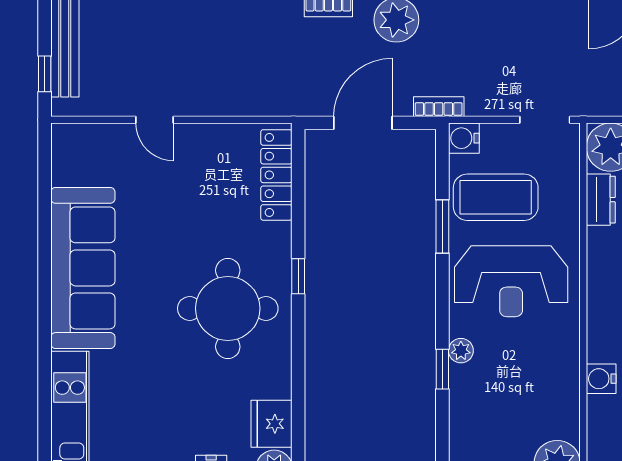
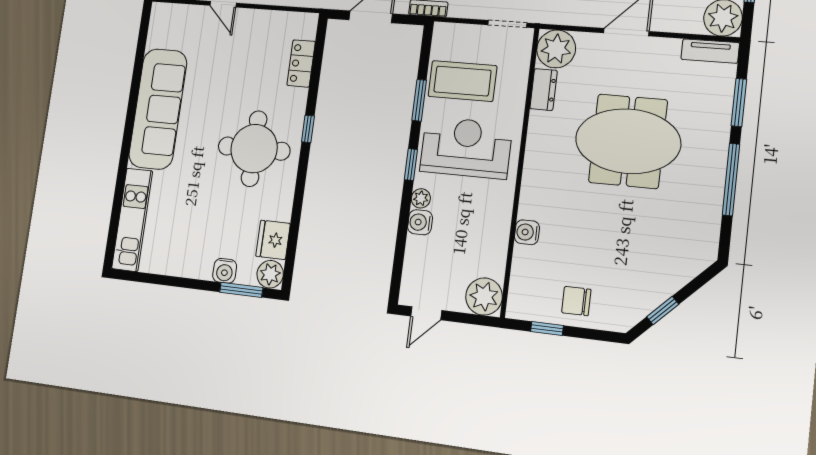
water cooler: (464, 138) -> (420, 222), moved
locker: (276, 175) -> (301, 63), width x0.66
reception desk: (511, 281) -> (466, 148), turned 180
window: (442, 369) -> (411, 165), moved

